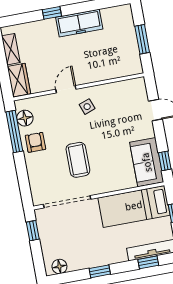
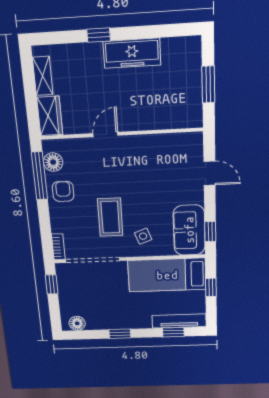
side table: (87, 107) -> (143, 236), moved
bookcase: (36, 193) -> (58, 247), added

